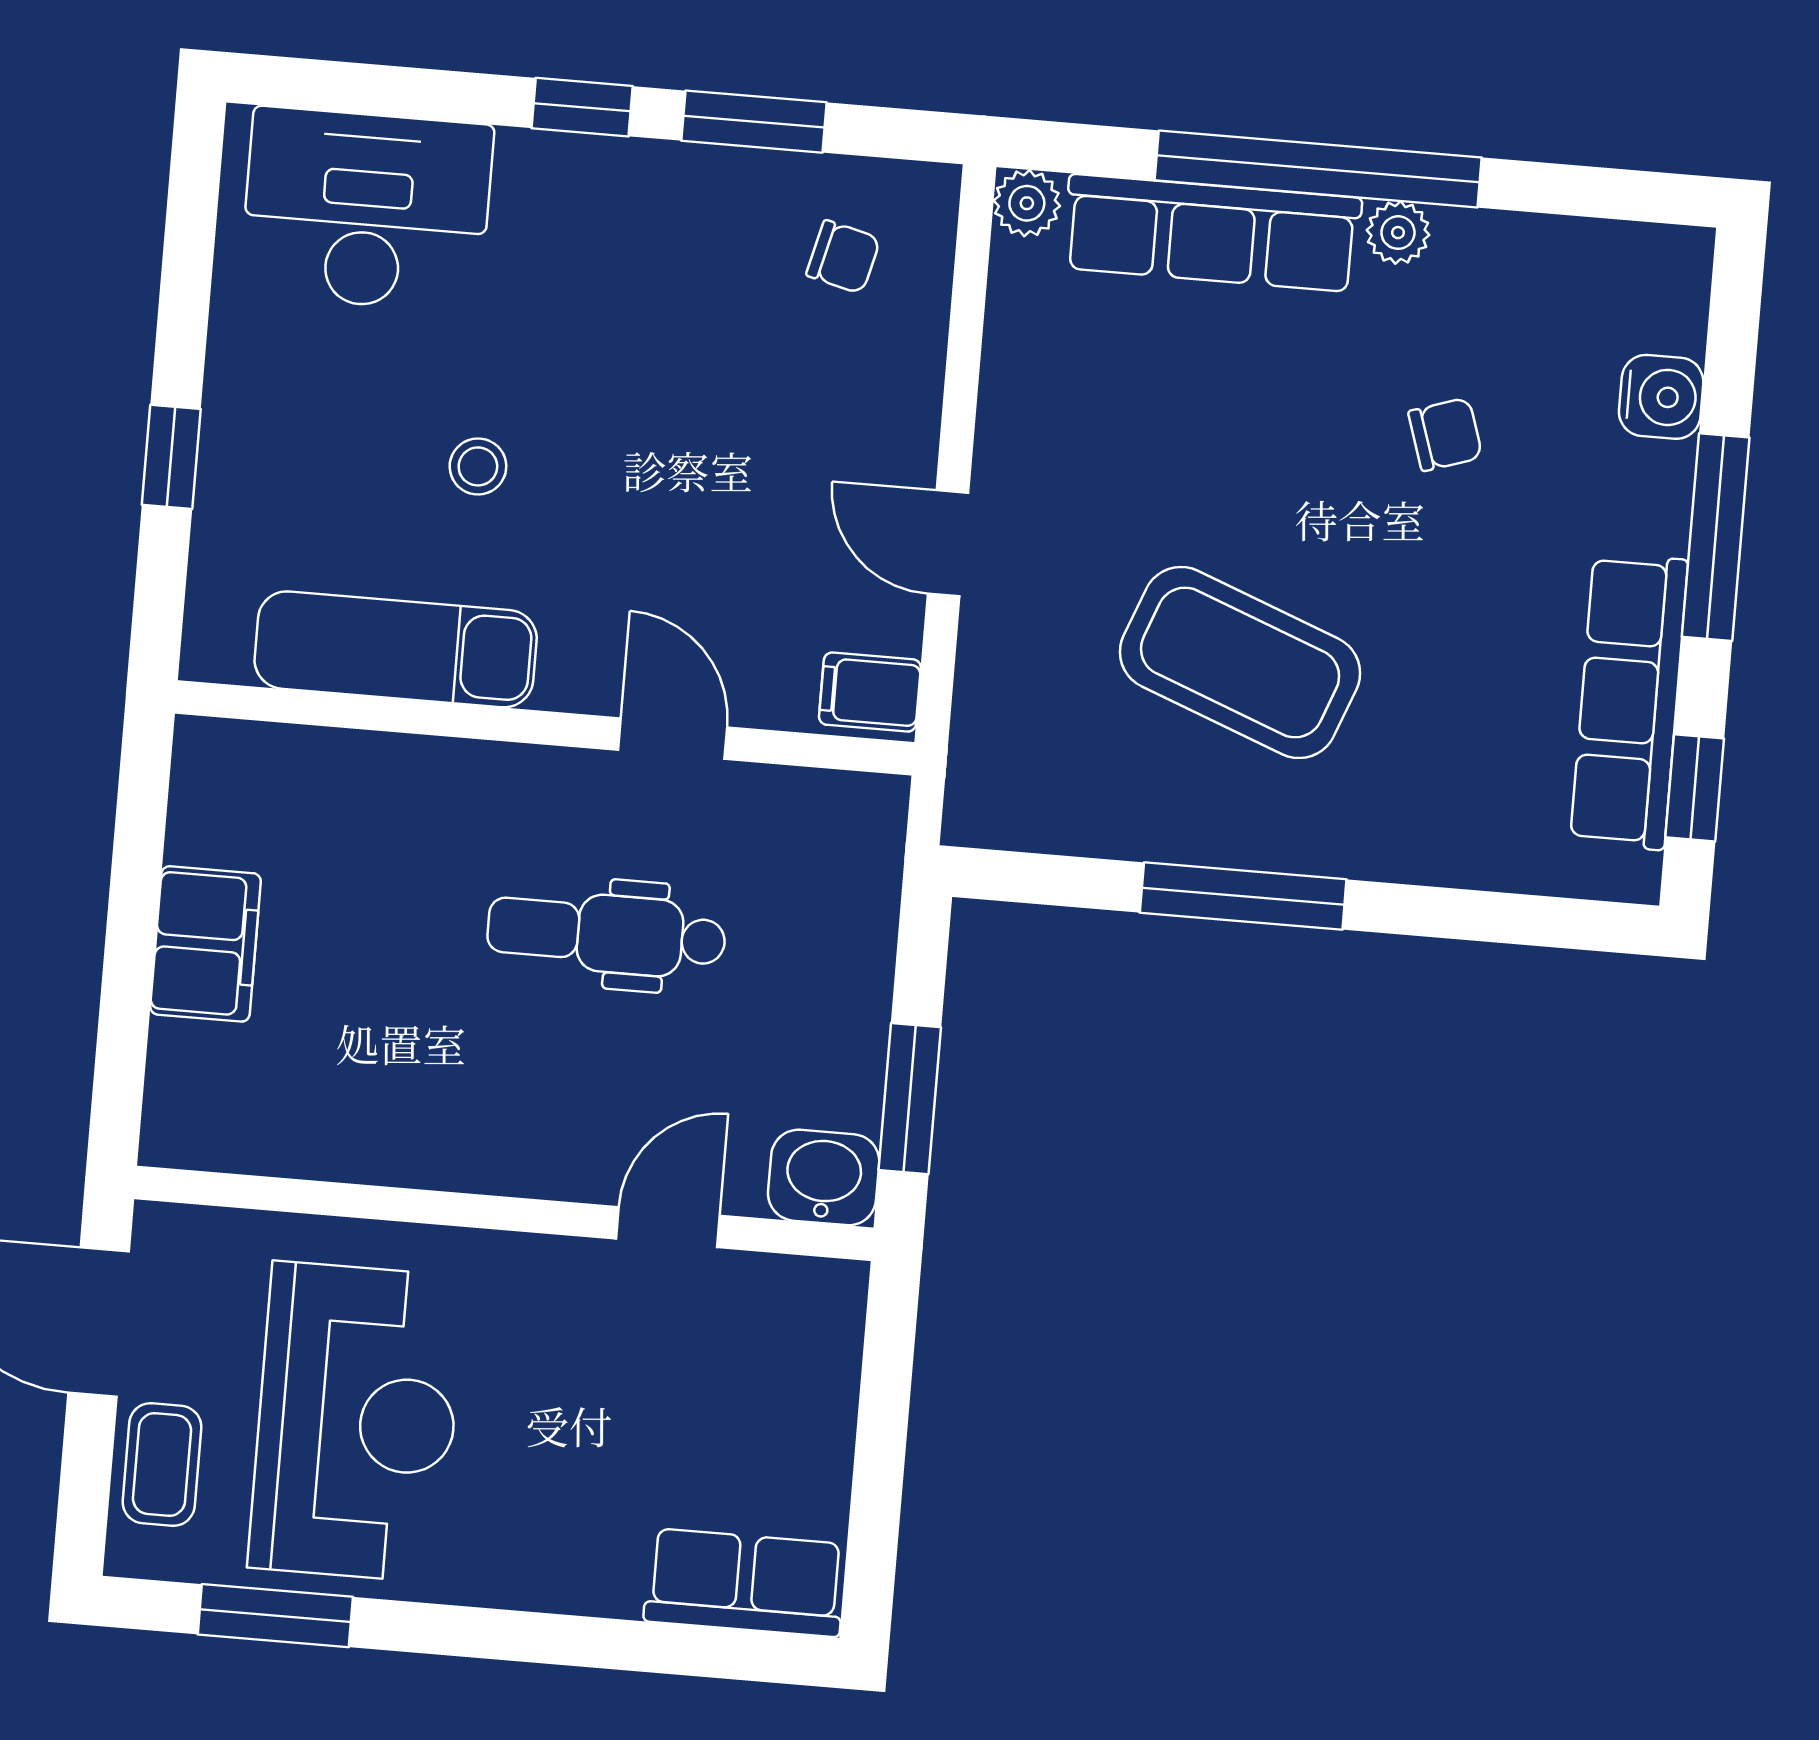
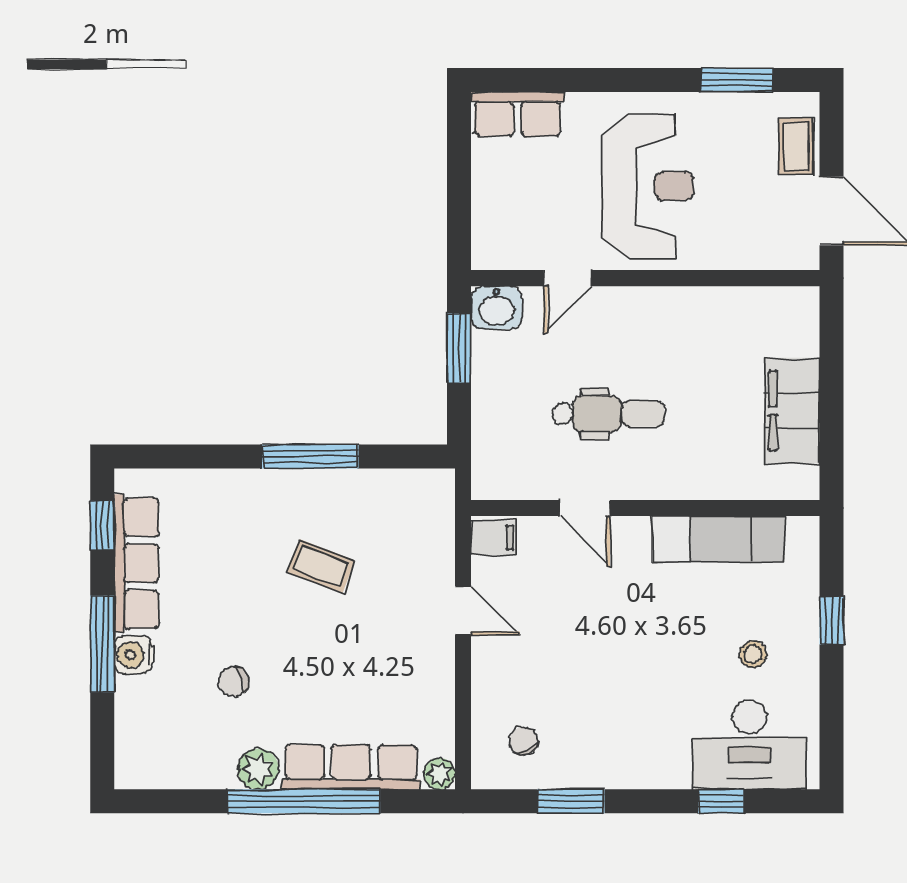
window: (582, 107) -> (721, 801), moved
plant: (1398, 233) -> (258, 769), width x1.38, depth x1.38
chair: (843, 257) -> (524, 741), turned 51
water cooler: (1661, 397) -> (133, 655), moved
stool: (478, 466) -> (753, 654), moved
coffee table: (1240, 663) -> (321, 566), width x0.54, depth x0.58
filing cabinet: (206, 944) -> (792, 411), width x1.50, depth x1.17
reception desk: (356, 1422) -> (647, 186), moved, turned 180

